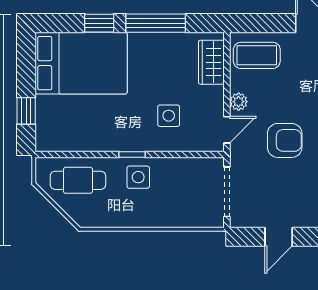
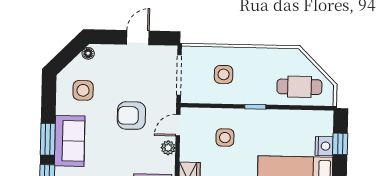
nightstand: (46, 108) -> (324, 146), added
side table: (138, 177) -> (224, 74), moved

